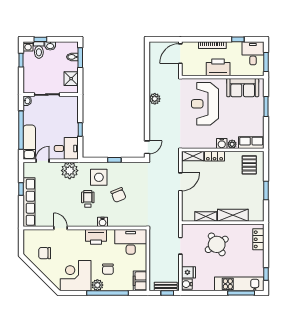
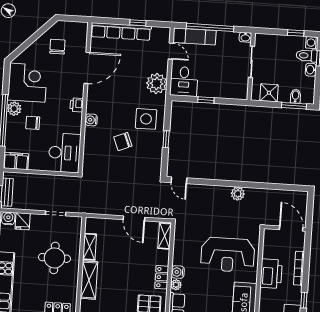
reception desk: (205, 104) -> (228, 255), turned 180
locker: (215, 156) -> (162, 277), moved
wheelchair: (88, 199) -> (121, 104), removed
door: (60, 228) -> (87, 68), width x1.87
printer: (96, 237) -> (77, 105), width x0.53, depth x0.68
round table: (217, 244) -> (55, 258), turned 32

